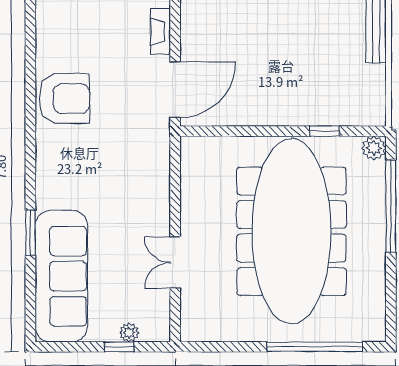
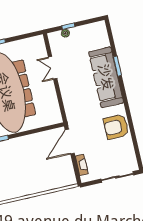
double door: (175, 262) -> (53, 68), swing flipped
sofa: (61, 276) -> (106, 77), moved

